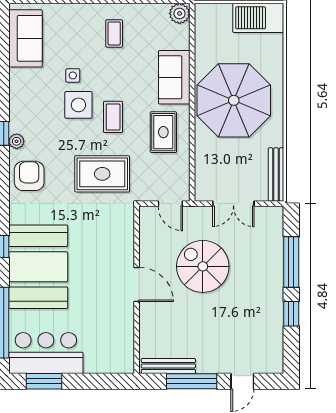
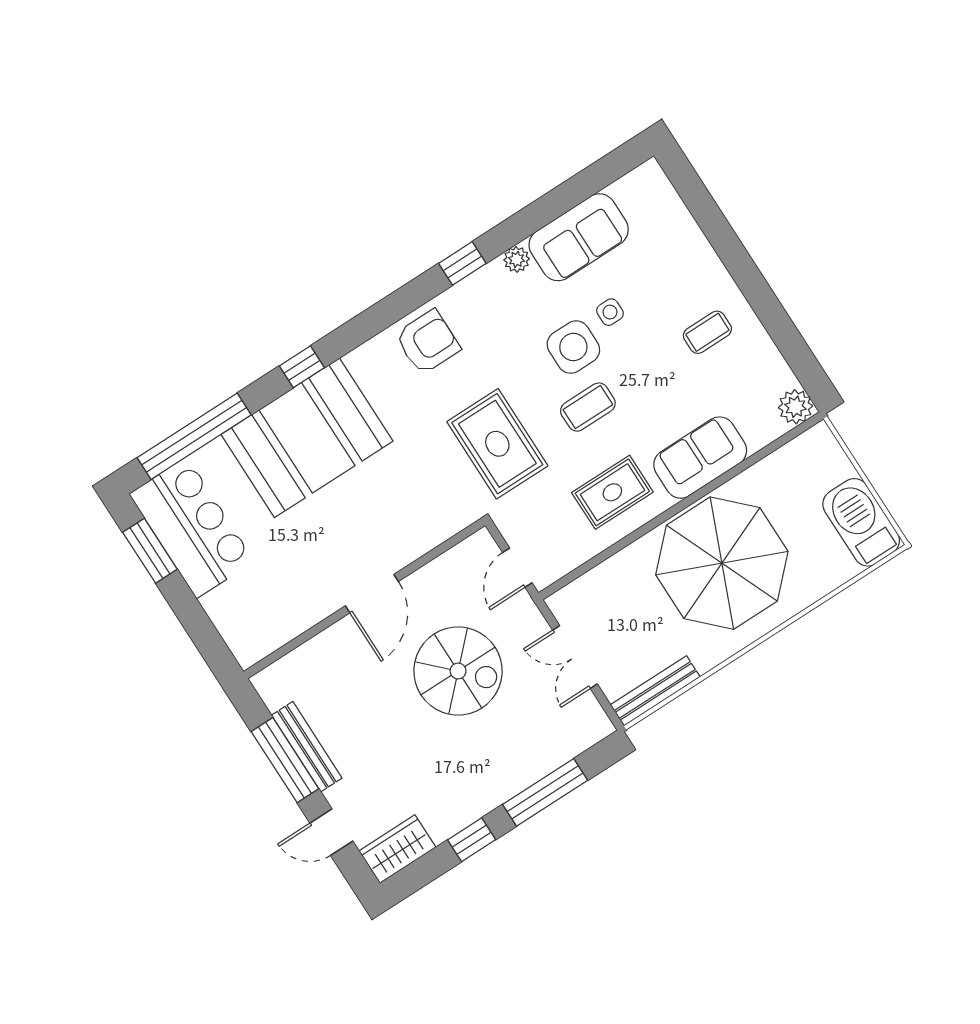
sofa: (25, 38) -> (579, 237), moved
plant: (17, 141) -> (517, 259), moved
spiral stairs: (203, 266) -> (458, 671), turned 90
wardrobe: (272, 354) -> (397, 849), added
bench: (168, 366) -> (307, 747), moved

